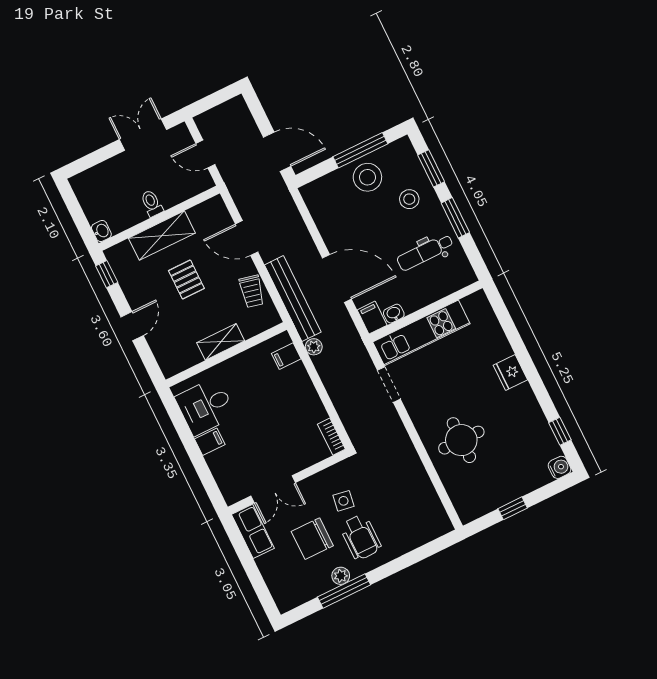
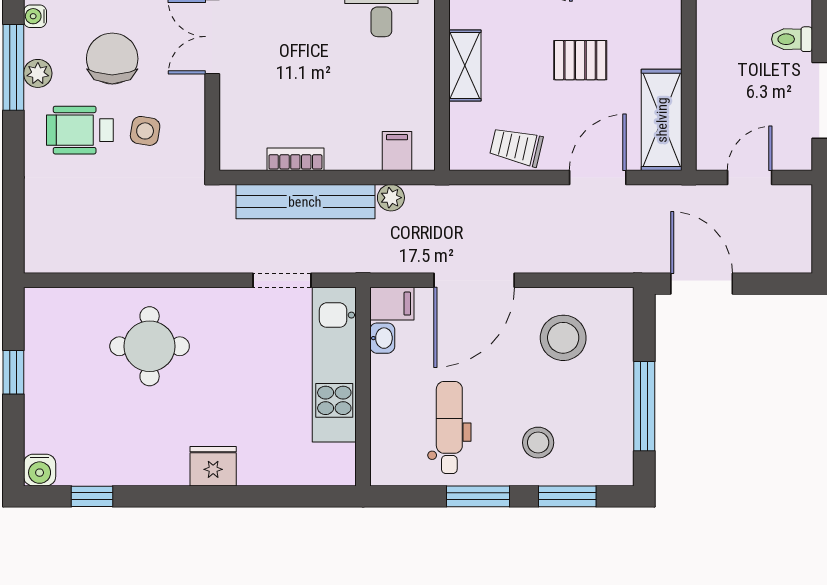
door: (277, 152) -> (702, 284), swing flipped
stool: (367, 177) -> (563, 338), moved
toilet: (152, 203) -> (792, 39), moved, turned 180
shelving: (162, 236) -> (662, 120), moved
bench: (293, 298) -> (305, 202), moved
bookcase: (331, 437) -> (295, 159), moved
water cooler: (310, 593) -> (35, 16), added

